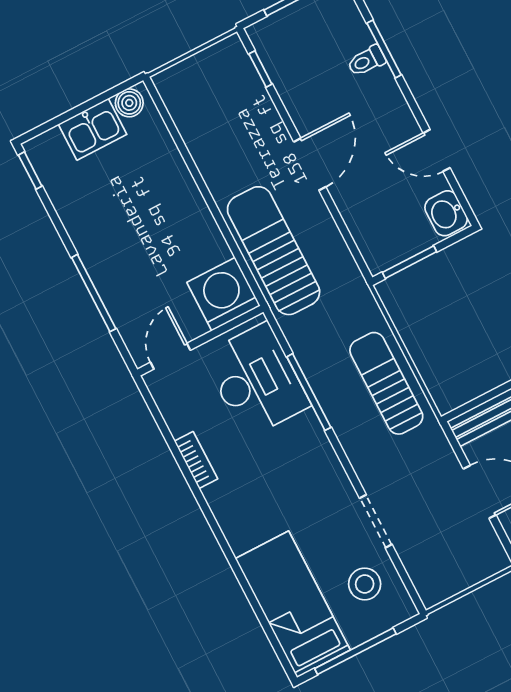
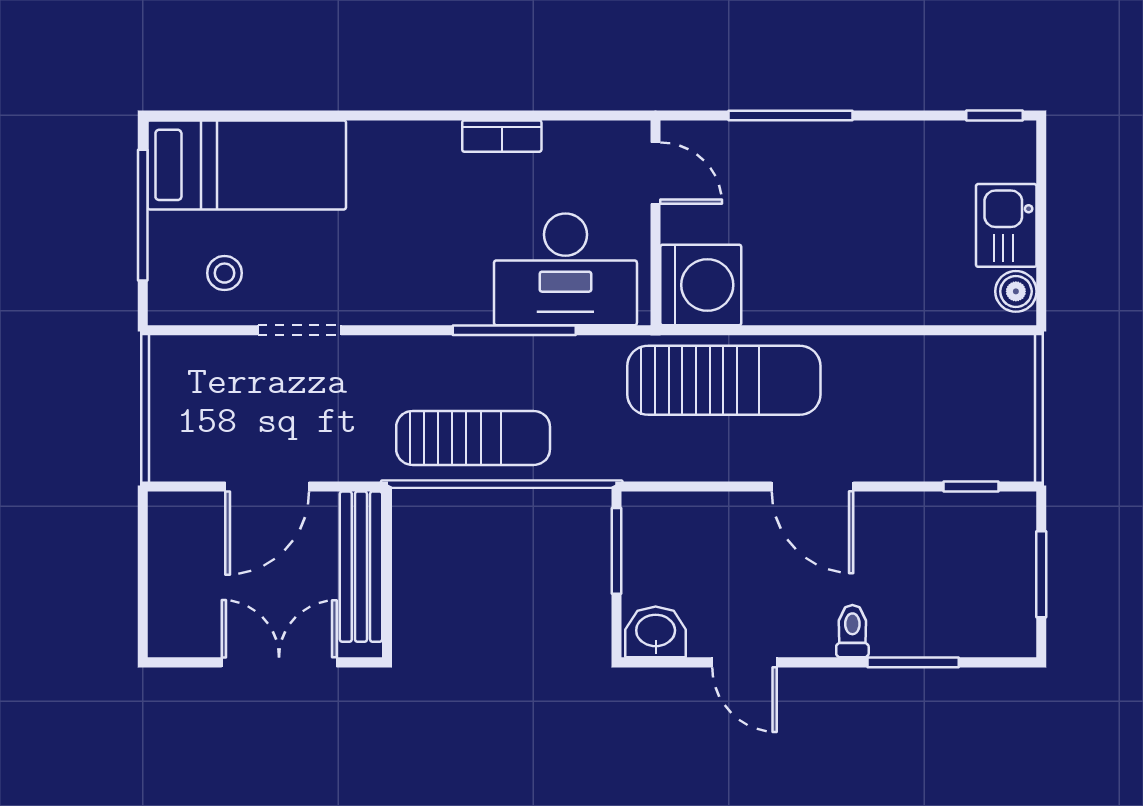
toilet: (366, 61) -> (852, 631), moved
door: (437, 150) -> (744, 662), swing flipped
stool: (365, 584) -> (224, 273), width x0.73, depth x0.73

